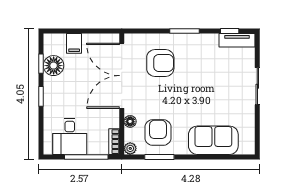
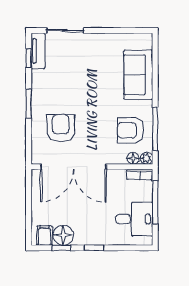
filing cabinet: (74, 43) -> (44, 235), moved, turned -90
sliding door: (257, 86) -> (65, 31), moved
floor lamp: (130, 121) -> (133, 158), moved
window: (159, 157) -> (155, 129), width x1.44

